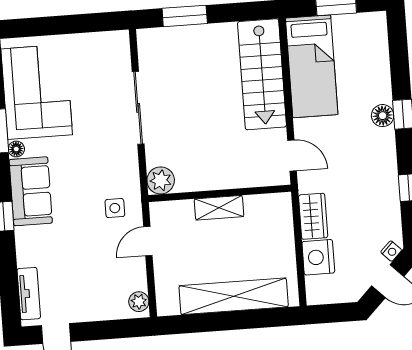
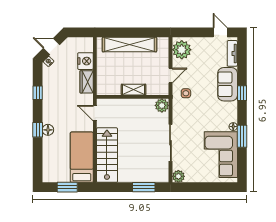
plant: (118, 43) -> (178, 176), added
sofa: (31, 191) -> (228, 84), moved
plant: (139, 302) -> (182, 50), width x1.88, depth x1.88

